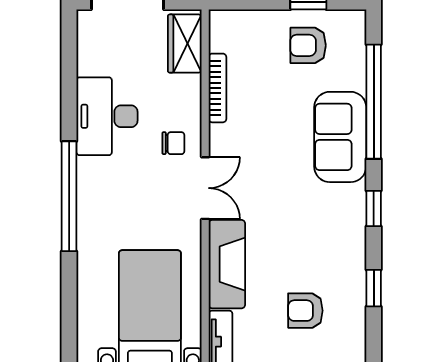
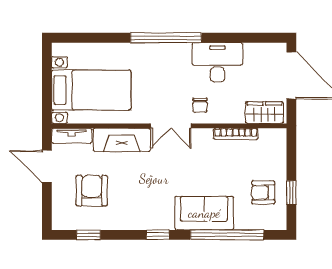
armchair: (308, 45) -> (263, 192), turned -90
window: (374, 288) -> (89, 235), moved
armchair: (305, 311) -> (92, 191), width x1.38, depth x1.38

